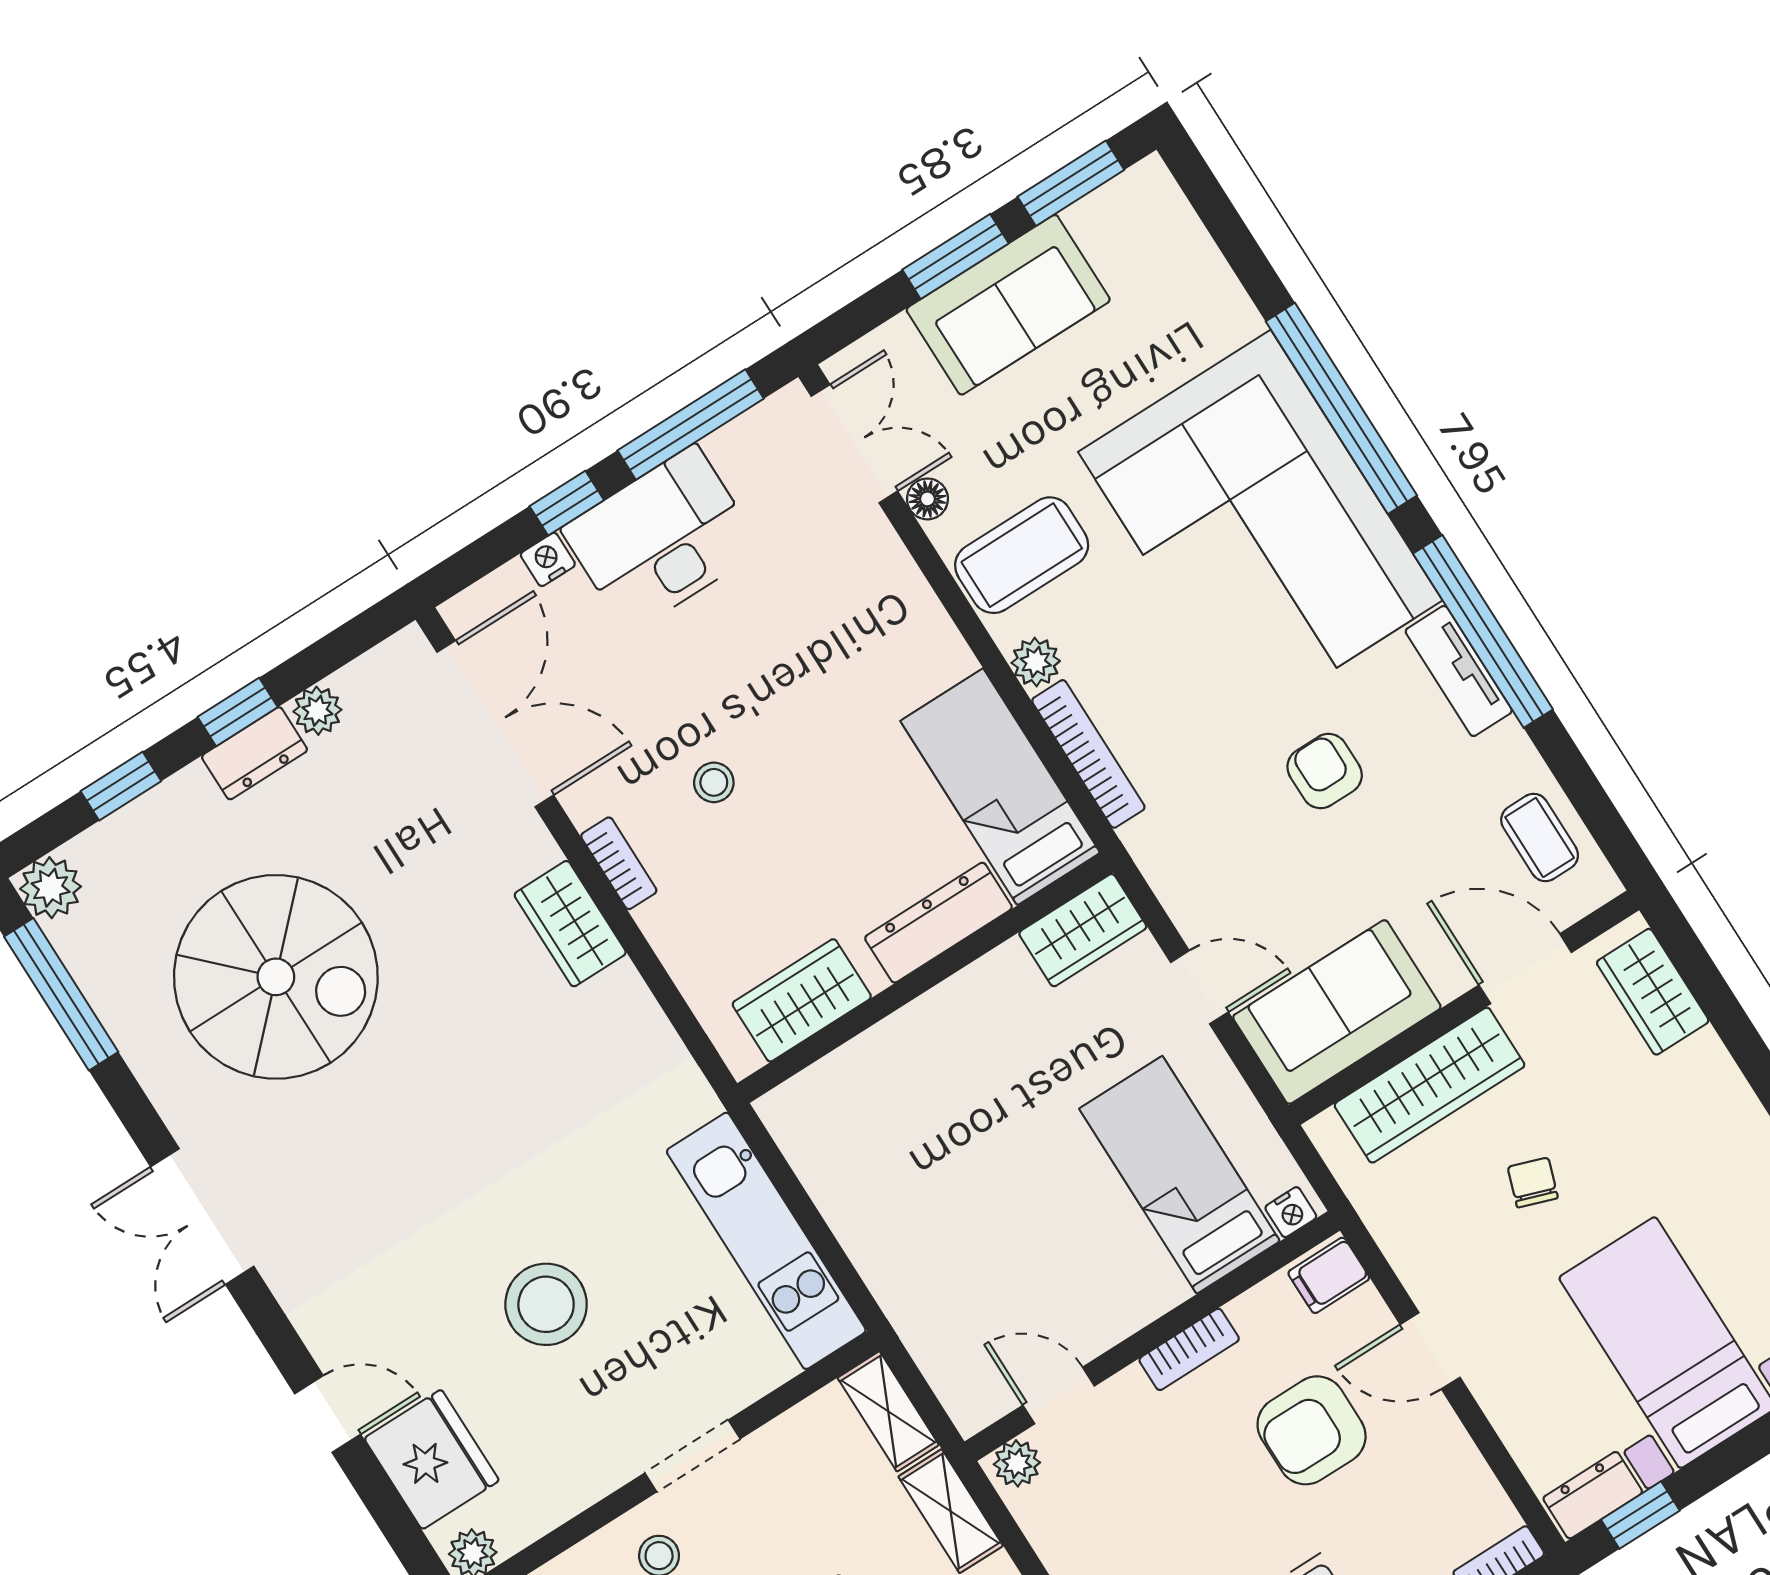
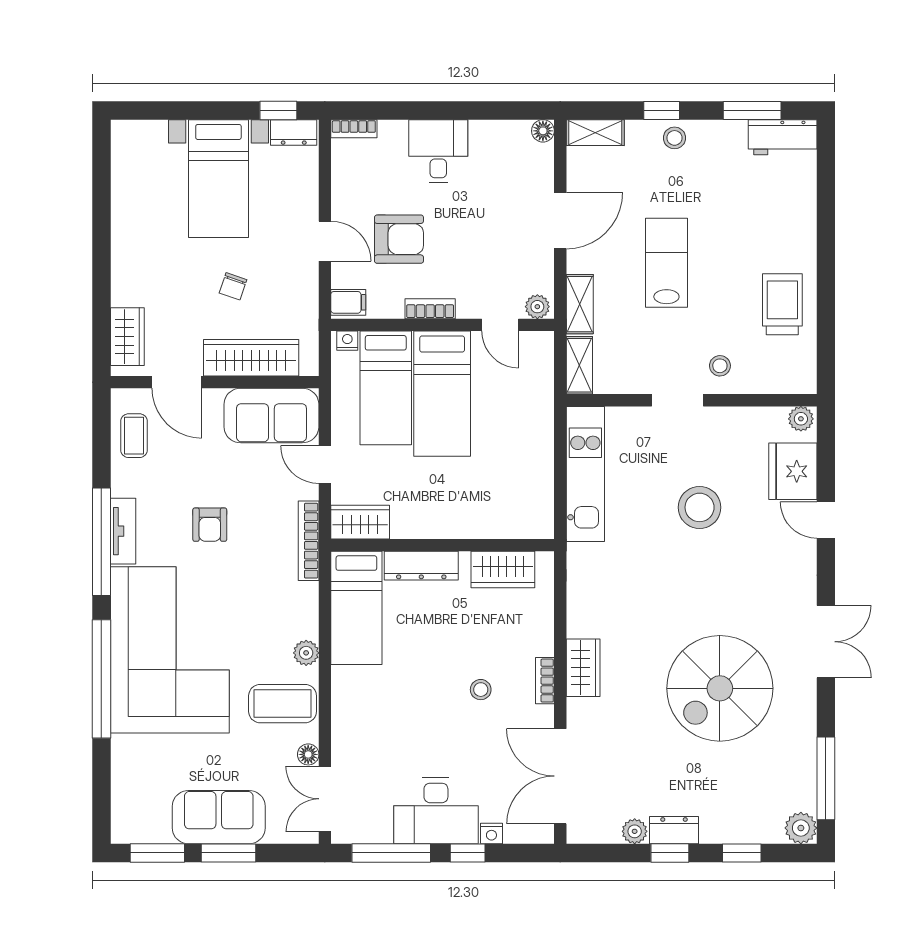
bookcase: (1088, 754) -> (309, 541), moved
spiral stairs: (276, 977) -> (720, 688), moved, turned -90
bed: (1082, 1224) -> (442, 394), added

